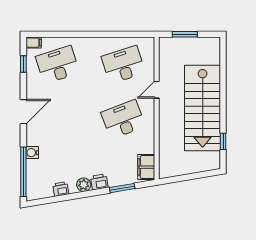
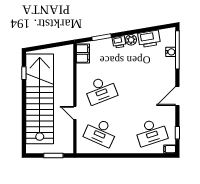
desk: (123, 65) -> (101, 132), turned 42
door: (157, 90) -> (75, 113), swing flipped
stairs: (203, 108) -> (40, 99), width x1.36
water cooler: (32, 153) -> (171, 52), moved
printer: (61, 189) -> (149, 39), width x1.87, depth x1.48

